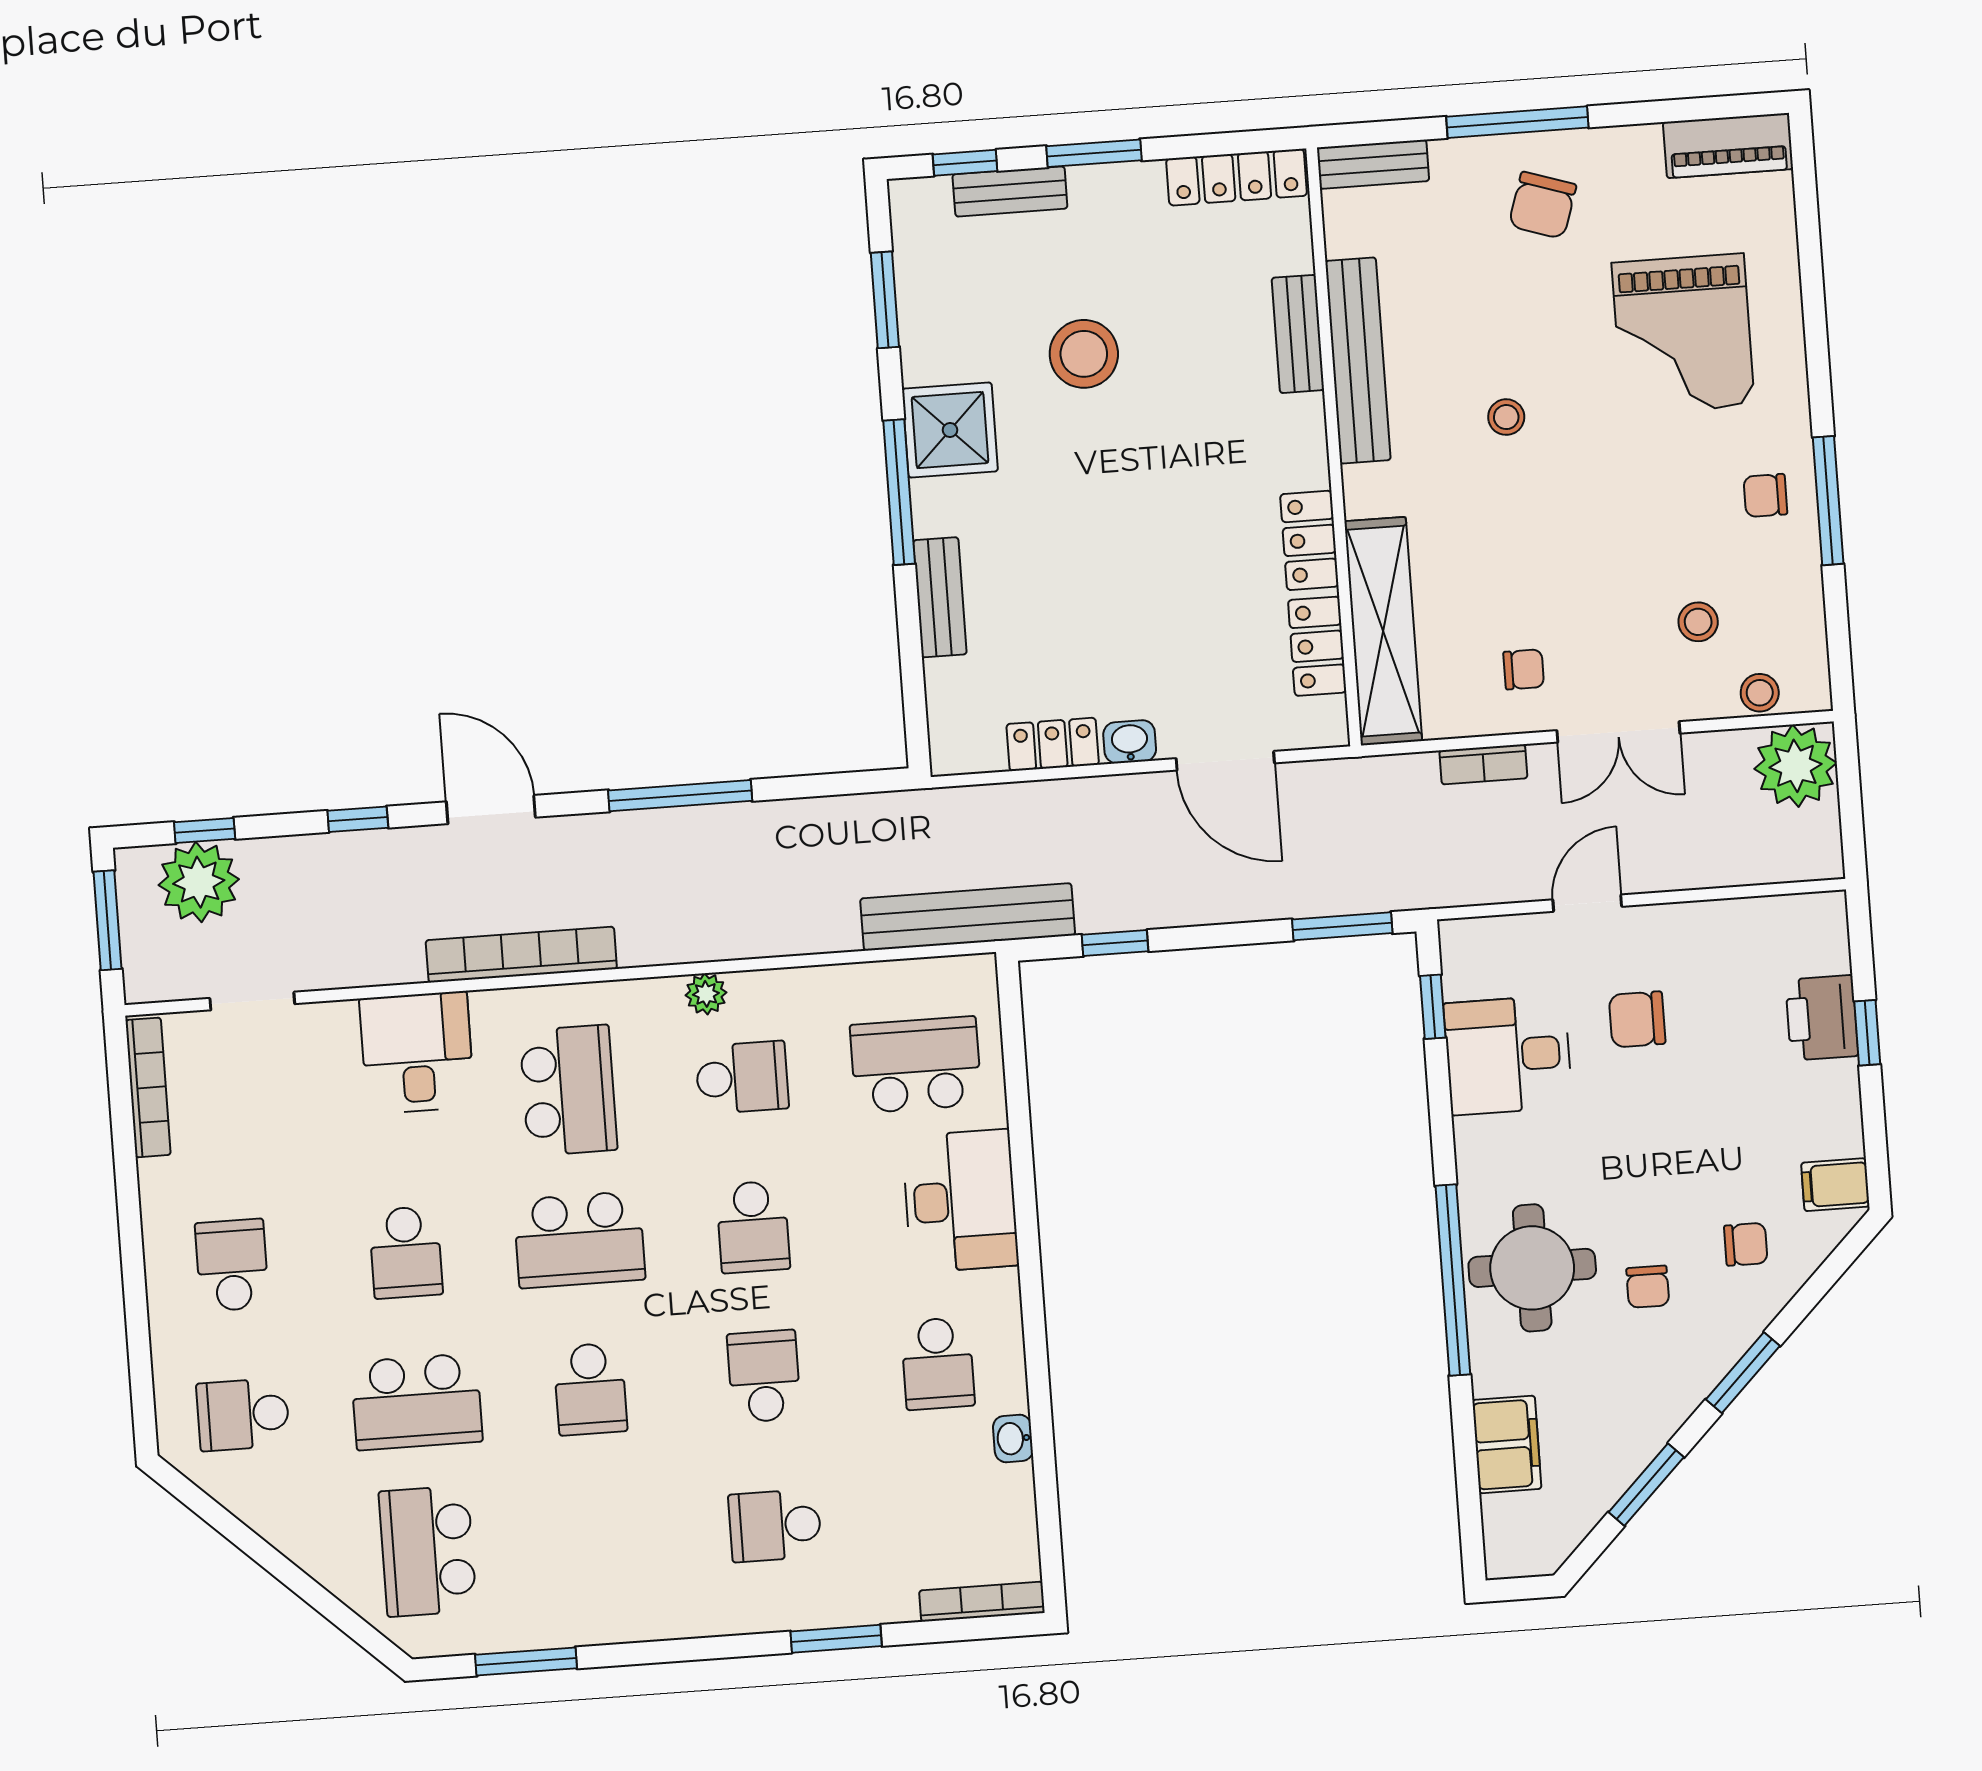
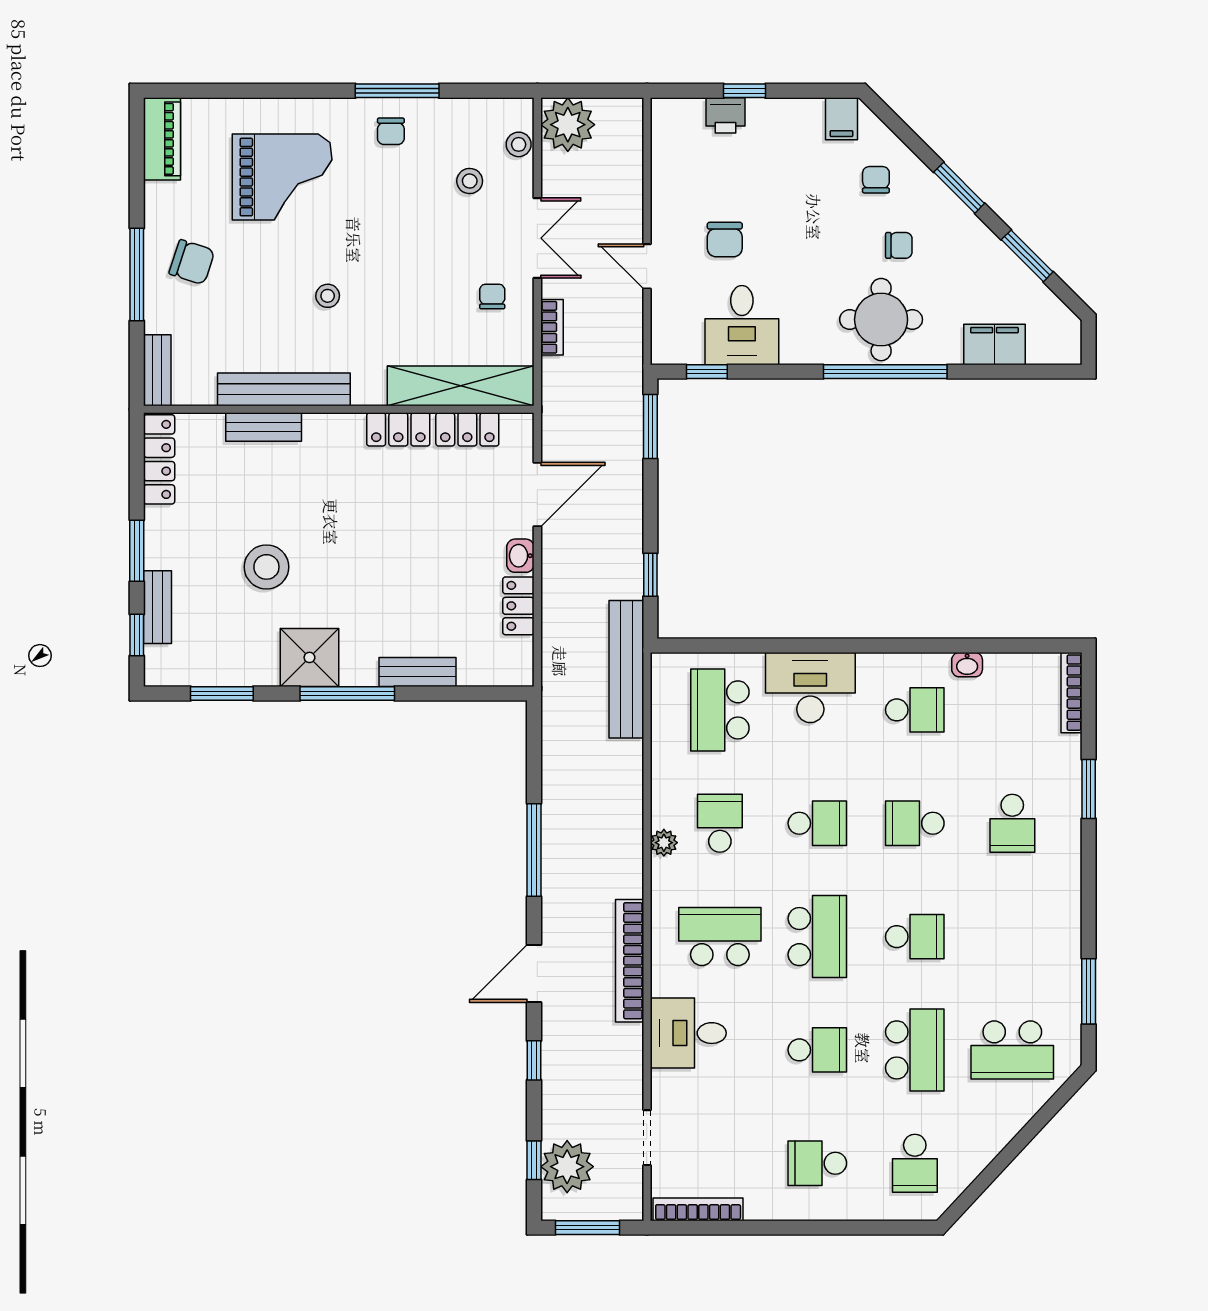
printer: (1822, 1018) -> (725, 115), width x0.73, depth x0.81

